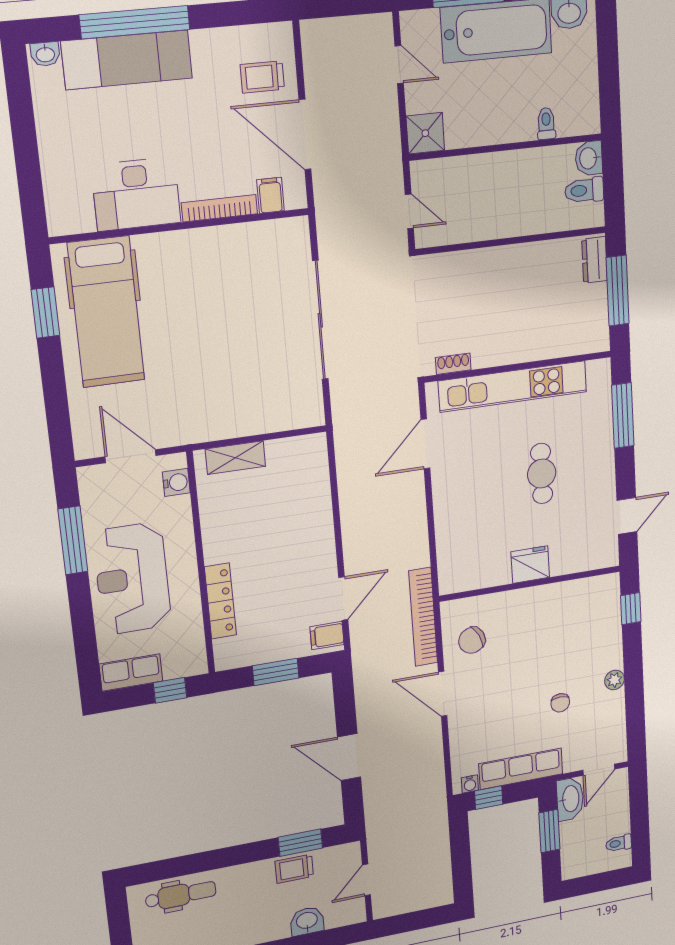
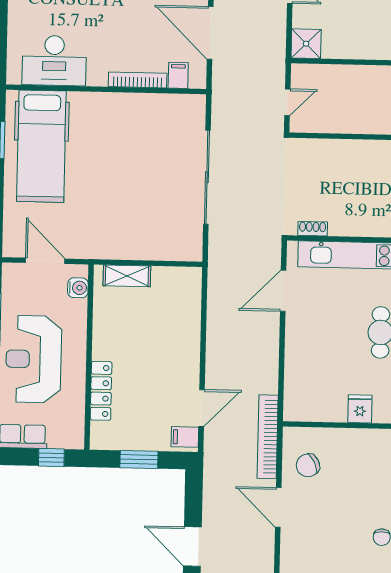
desk: (136, 194) -> (54, 61), moved
door: (409, 211) -> (287, 102), hinge flipped
fridge: (530, 565) -> (360, 409), width x0.72

